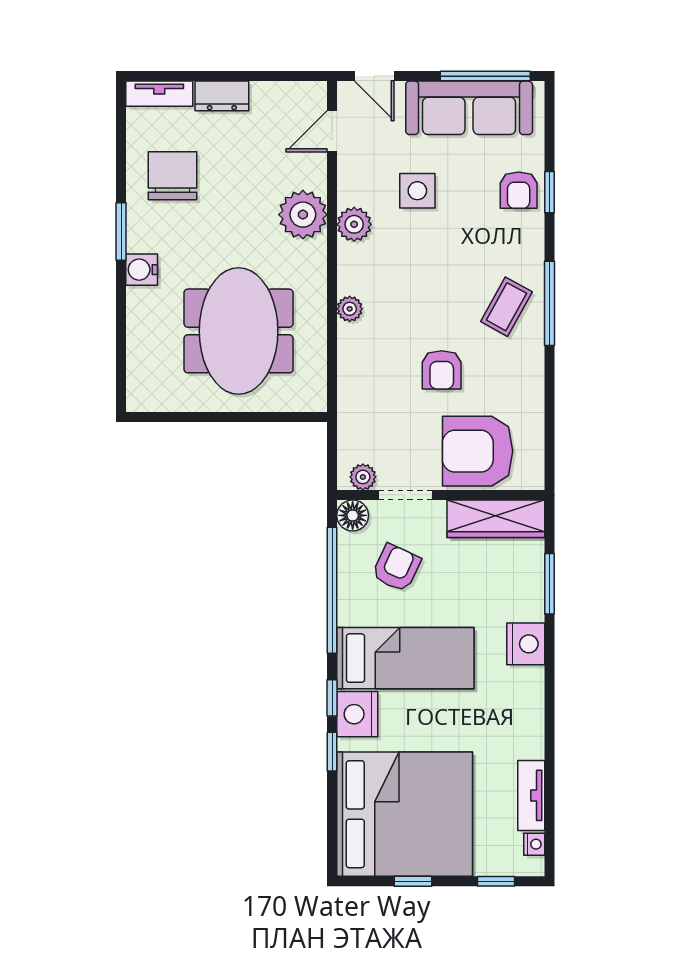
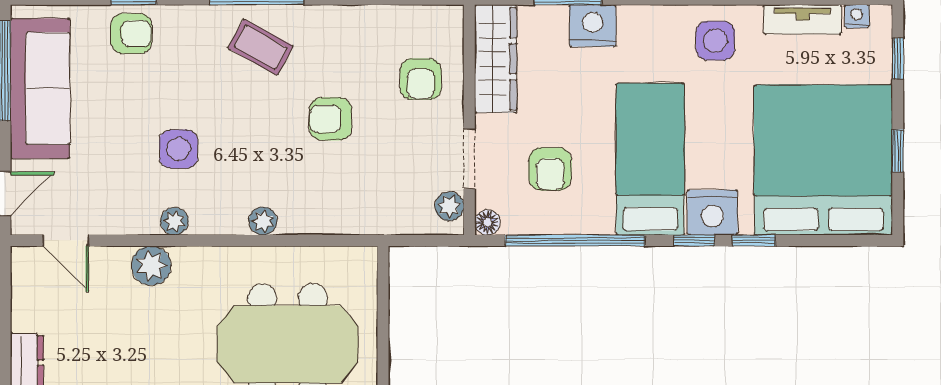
side table: (417, 191) -> (179, 149), moved
plant: (303, 215) -> (151, 266), width x0.73, depth x0.73
plant: (354, 224) -> (174, 221), width x0.73, depth x0.73
armchair: (442, 370) -> (331, 119), turned 180
armchair: (478, 451) -> (421, 79), width x0.53, depth x0.53
floor lamp: (353, 515) -> (487, 222), width x0.73, depth x0.73
armchair: (396, 568) -> (550, 169), turned -115
nightstand: (526, 644) -> (593, 26), moved
side table: (512, 717) -> (715, 41), added

